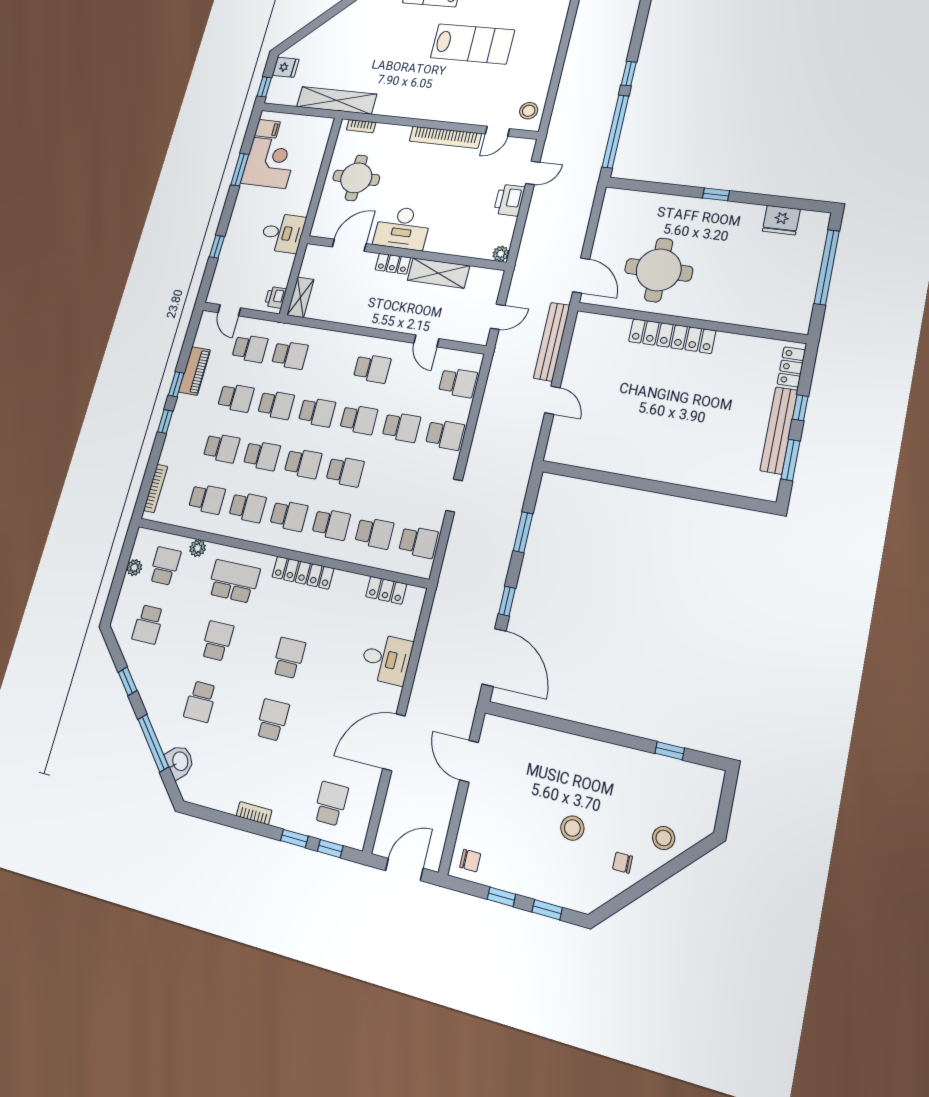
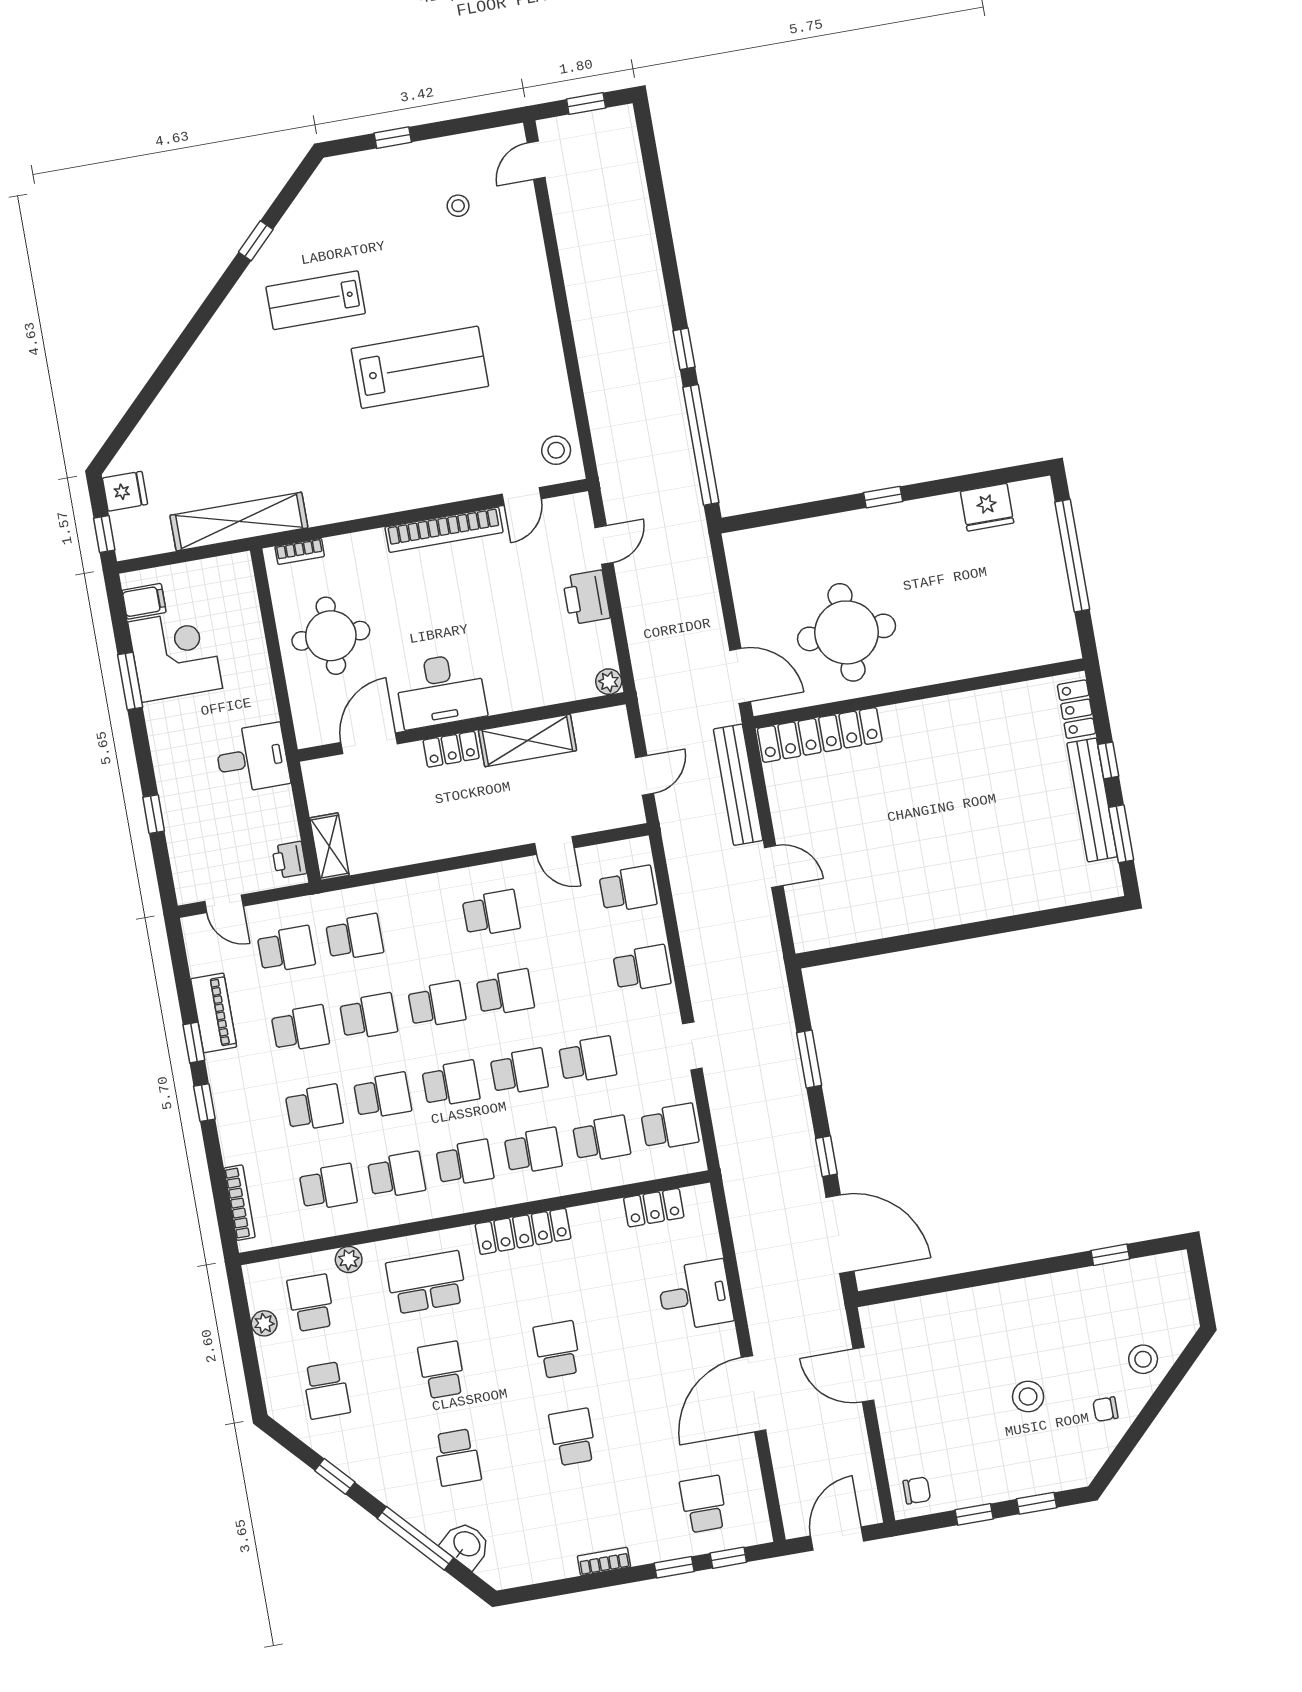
locker: (672, 336) -> (820, 735), moved
school desk: (401, 427) -> (587, 1060), moved

